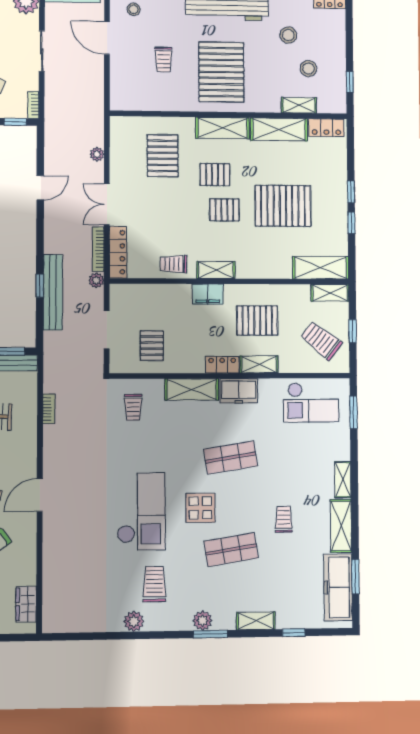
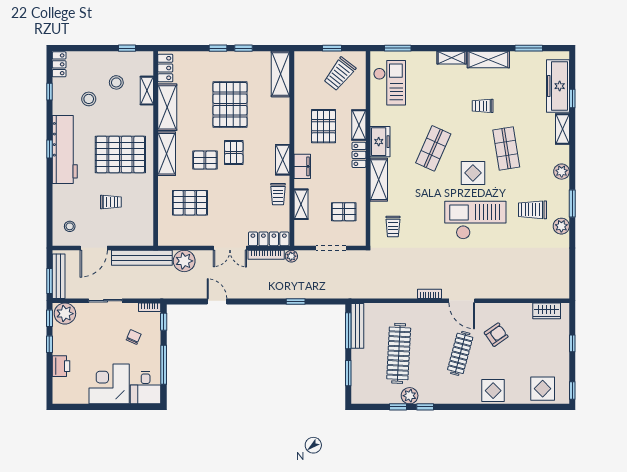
plant: (97, 154) -> (184, 261), width x1.88, depth x1.88
pallet: (215, 175) -> (205, 160), turned 90
bench: (53, 292) -> (142, 258), moved
shelving: (330, 293) -> (301, 204), moved
trolley: (133, 407) -> (393, 227), turned 90
bookcase: (49, 409) -> (430, 294), moved
shop shelf: (231, 458) -> (433, 148), turned 33
freezer: (338, 587) -> (558, 86), moved, turned 90
window: (210, 634) -> (572, 204), moved

